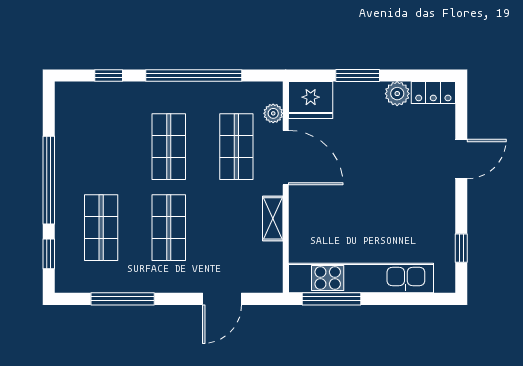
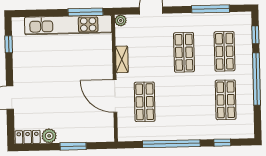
fridge: (311, 100) -> (101, 131), removed
plant: (273, 113) -> (121, 20), moved
shop shelf: (169, 147) -> (226, 100), moved

